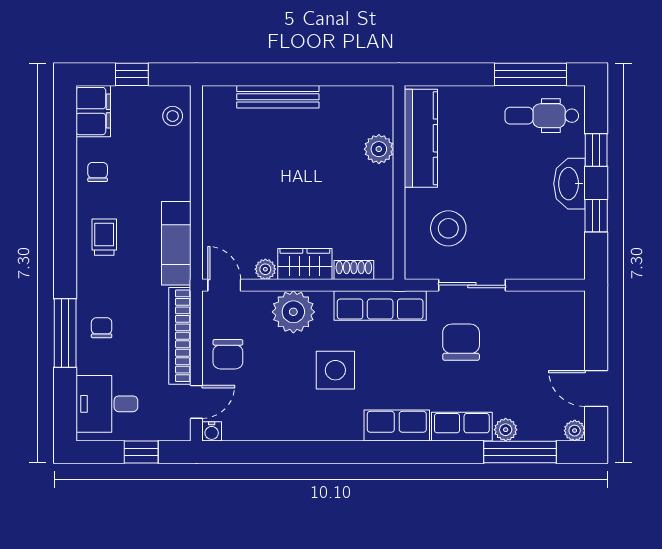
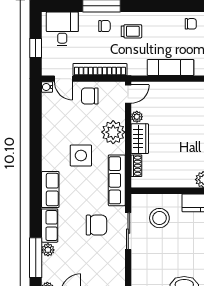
trolley: (104, 237) -> (131, 31), moved
exam couch: (176, 243) -> (170, 67), moved

